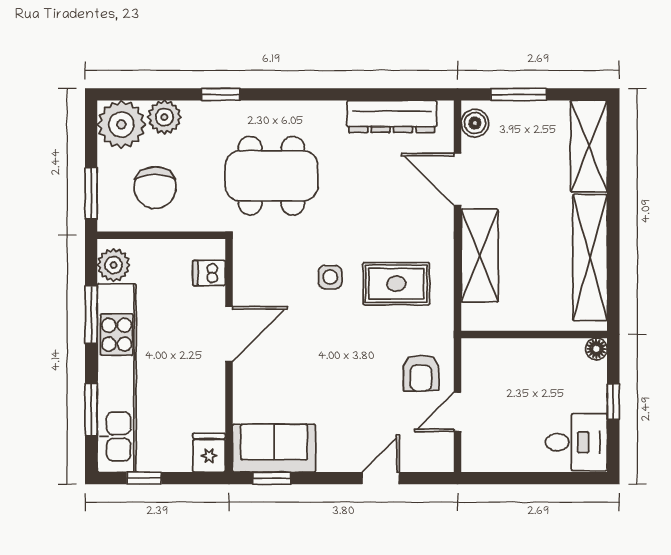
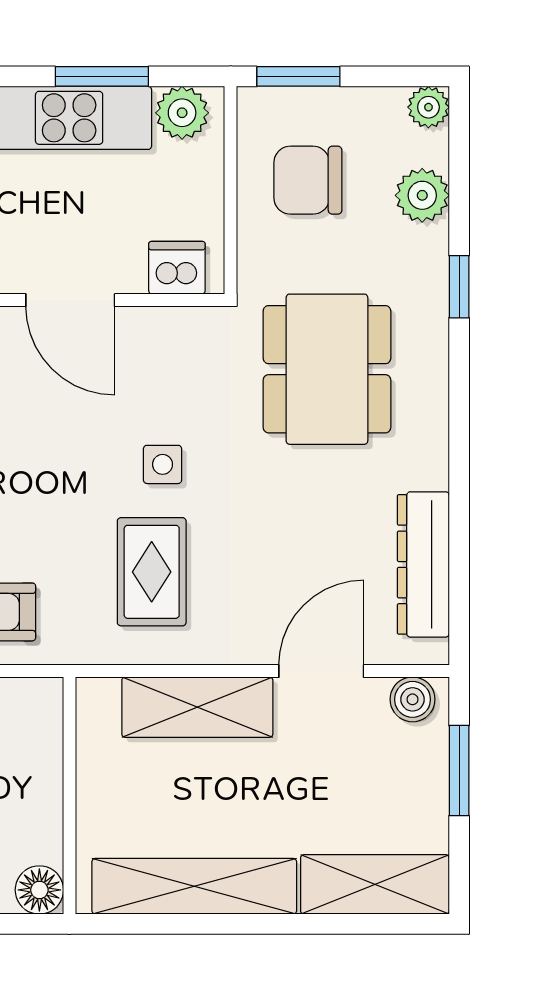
plant: (121, 124) -> (428, 107), width x0.53, depth x0.53
dishwasher: (209, 273) -> (177, 268), width x1.38
floor lamp: (596, 349) -> (39, 890), width x1.37, depth x1.37

